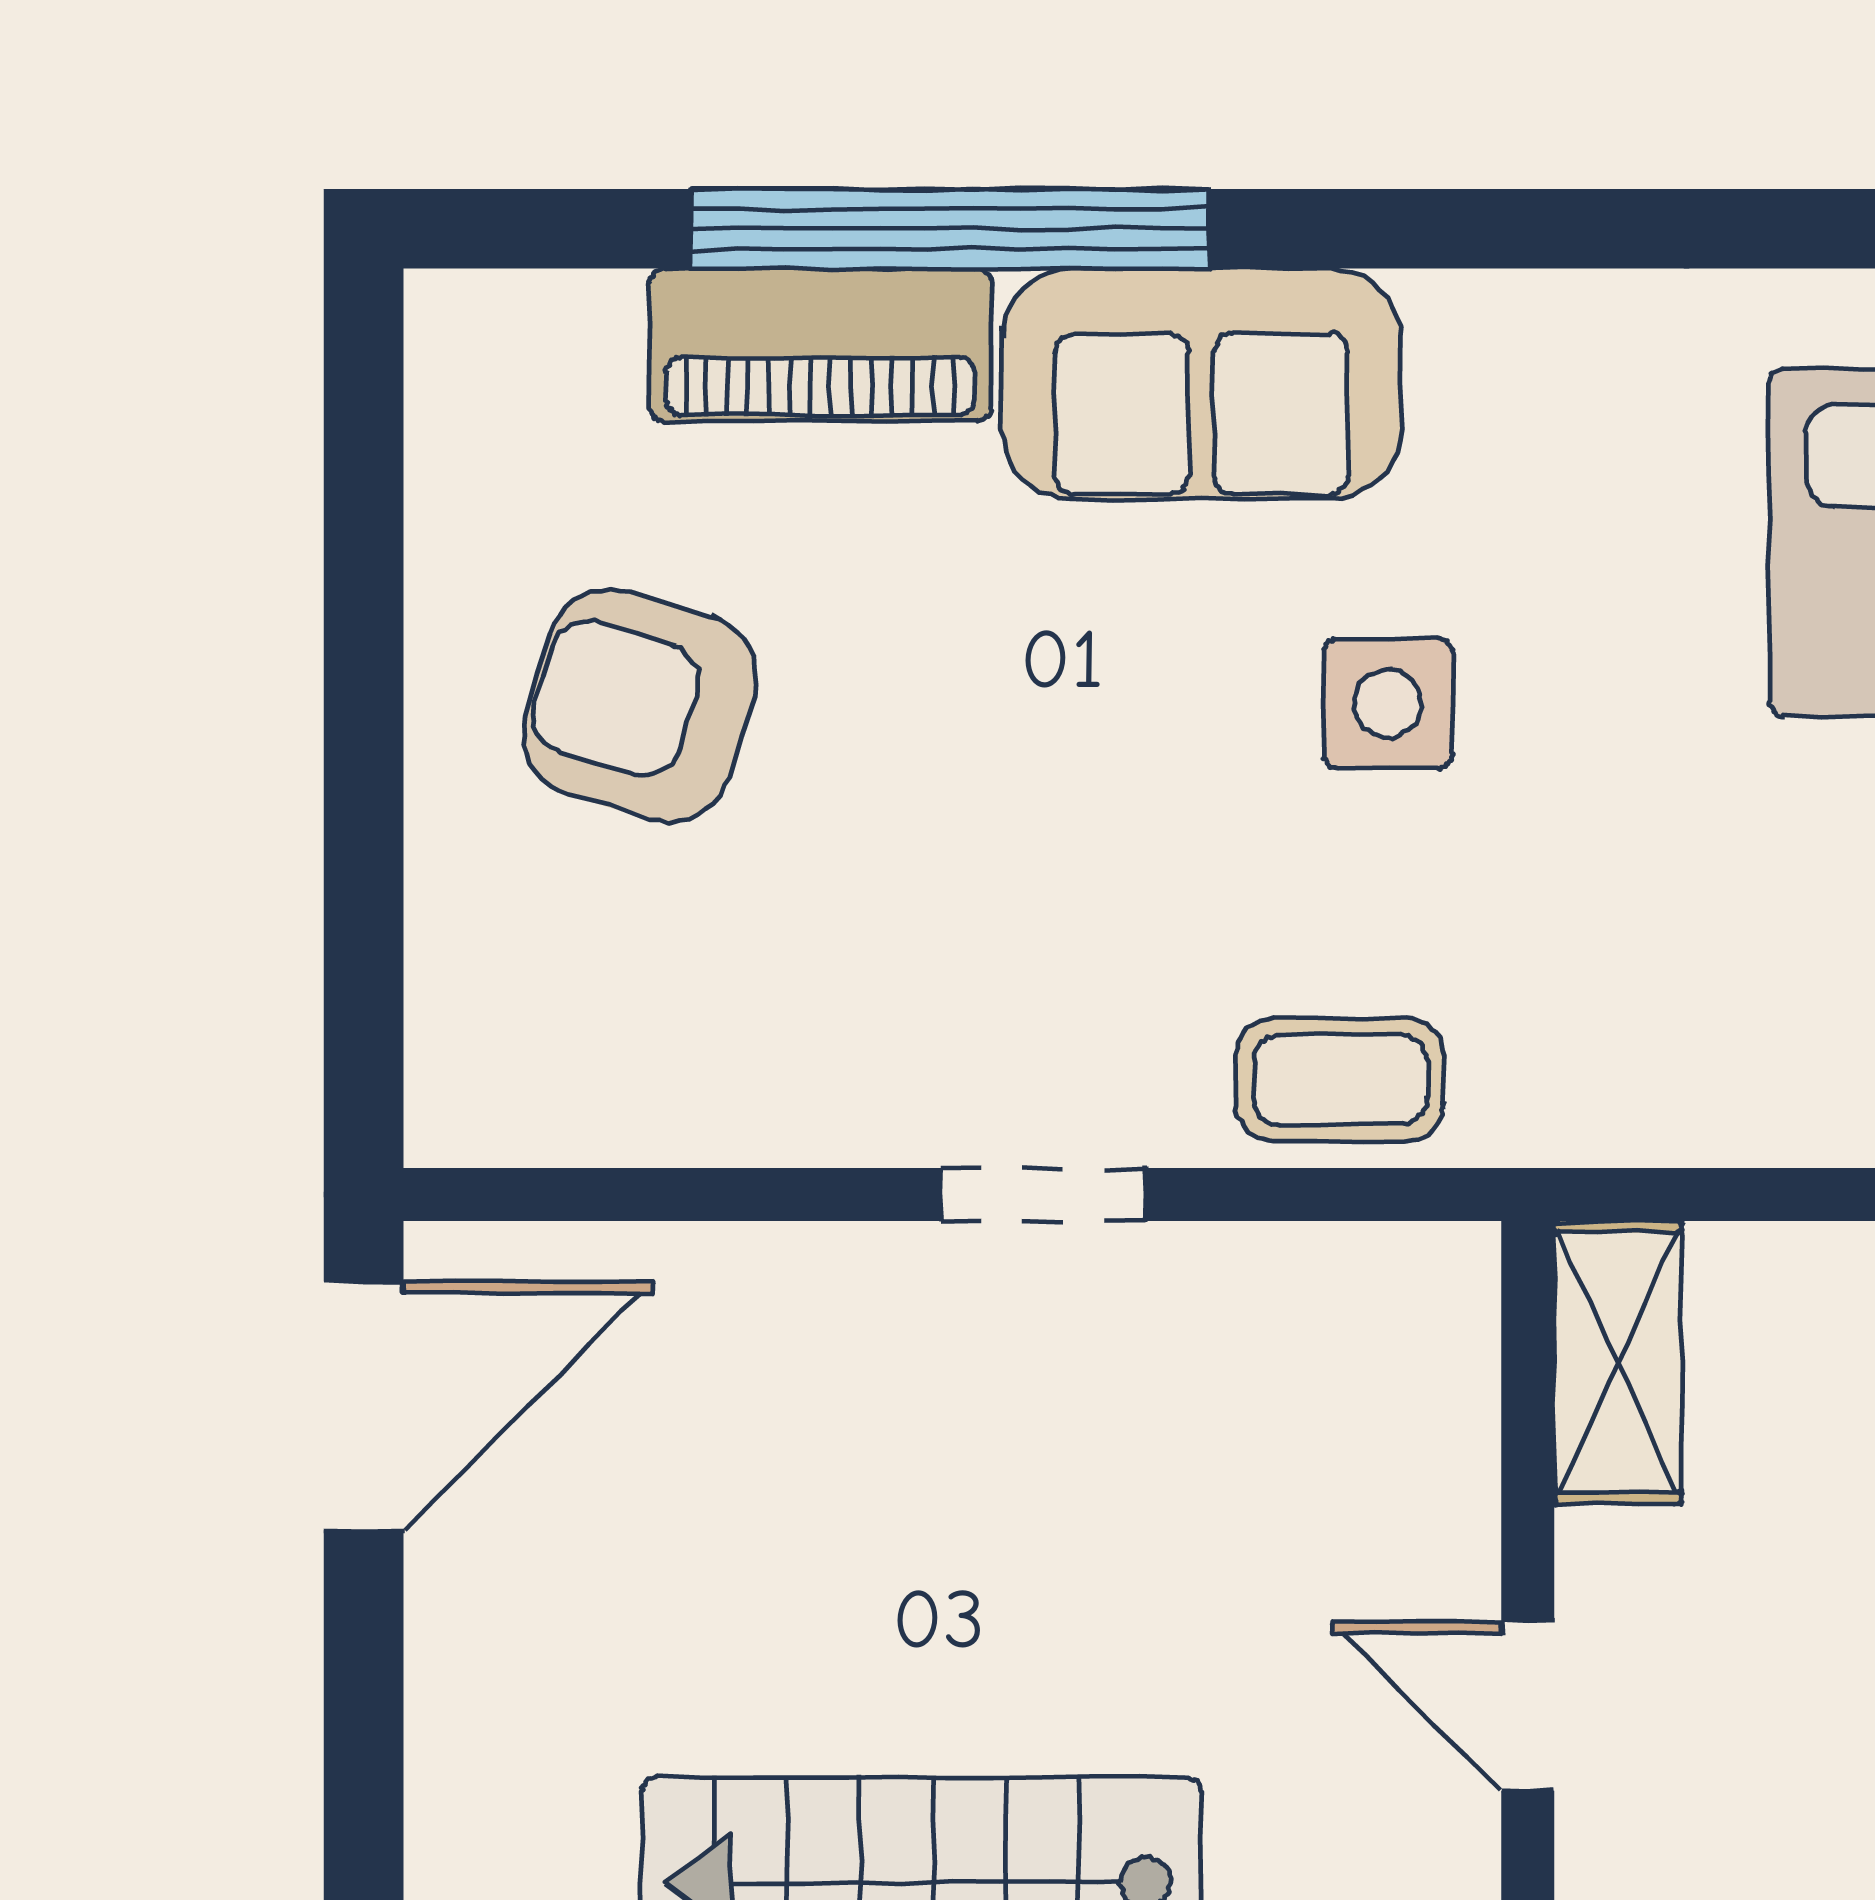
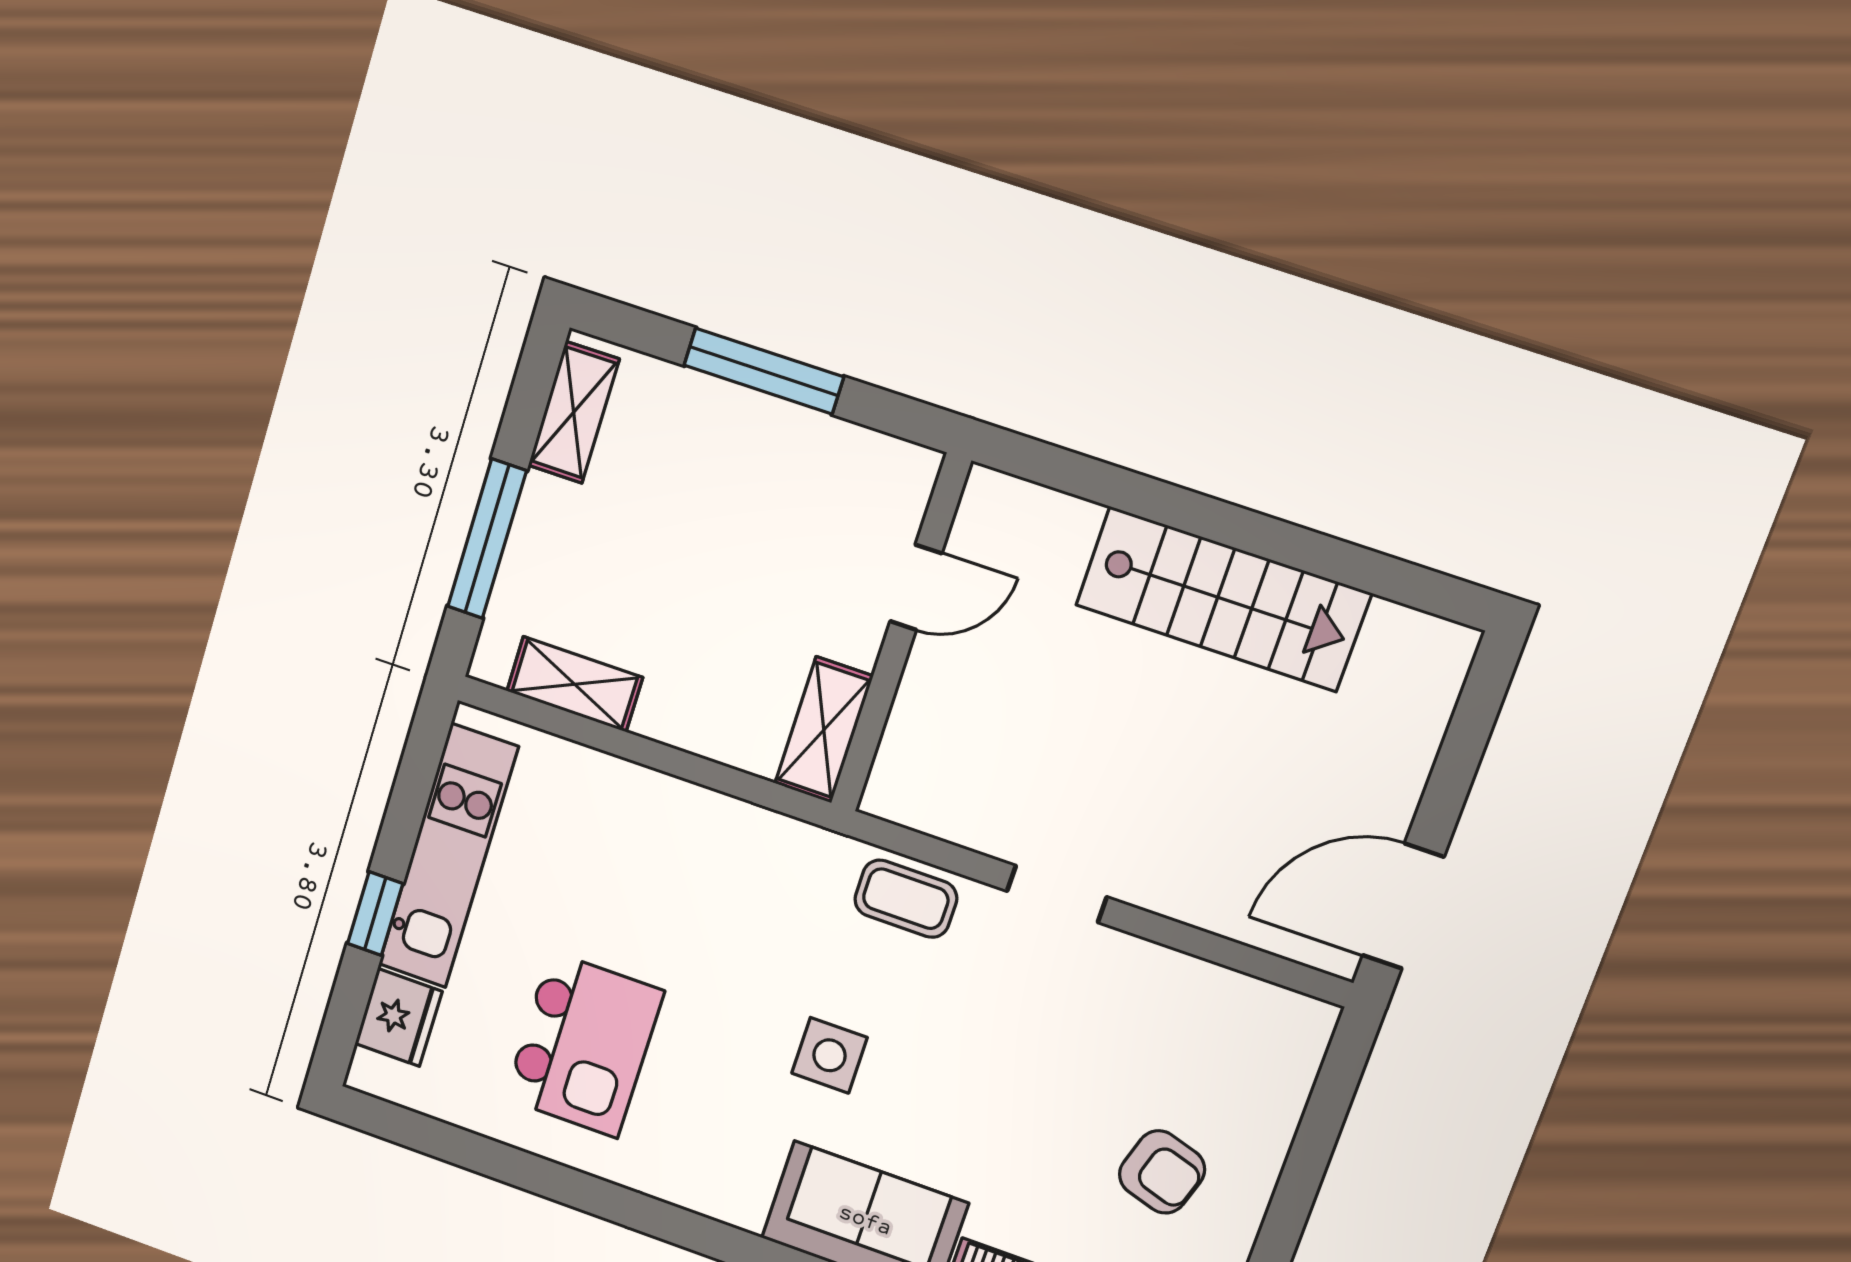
armchair: (640, 706) -> (1162, 1172), width x0.72, depth x0.72
door: (1528, 1706) -> (916, 587), hinge flipped

